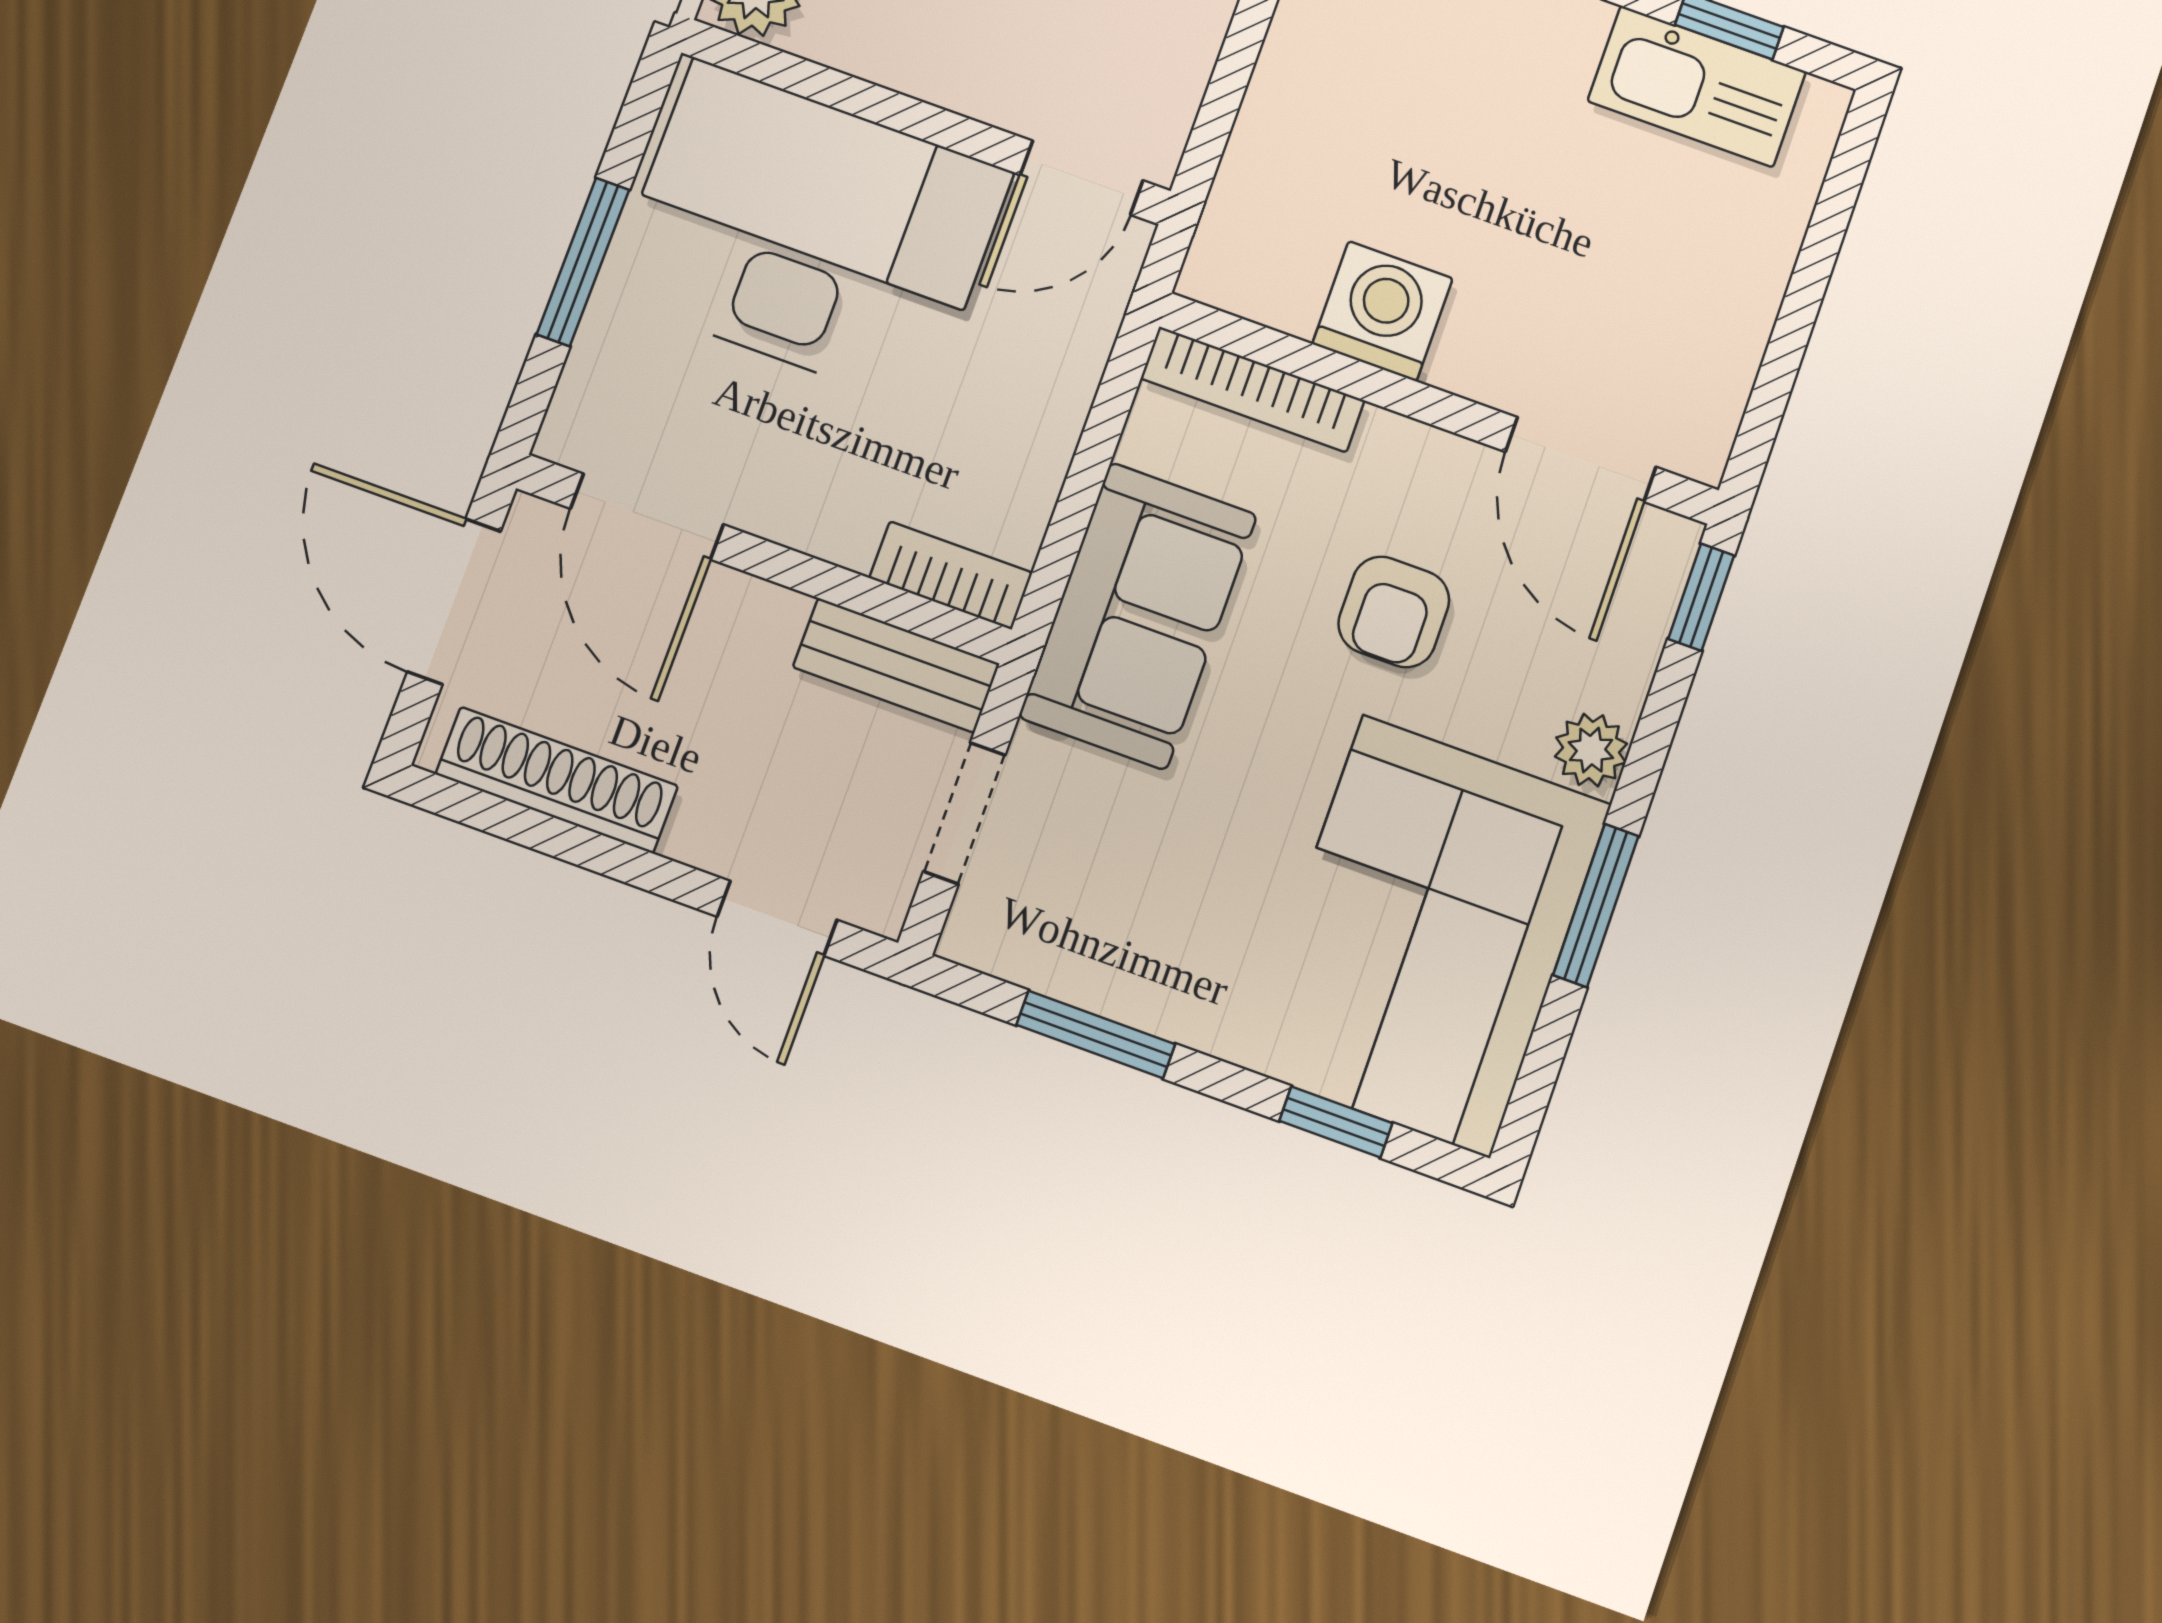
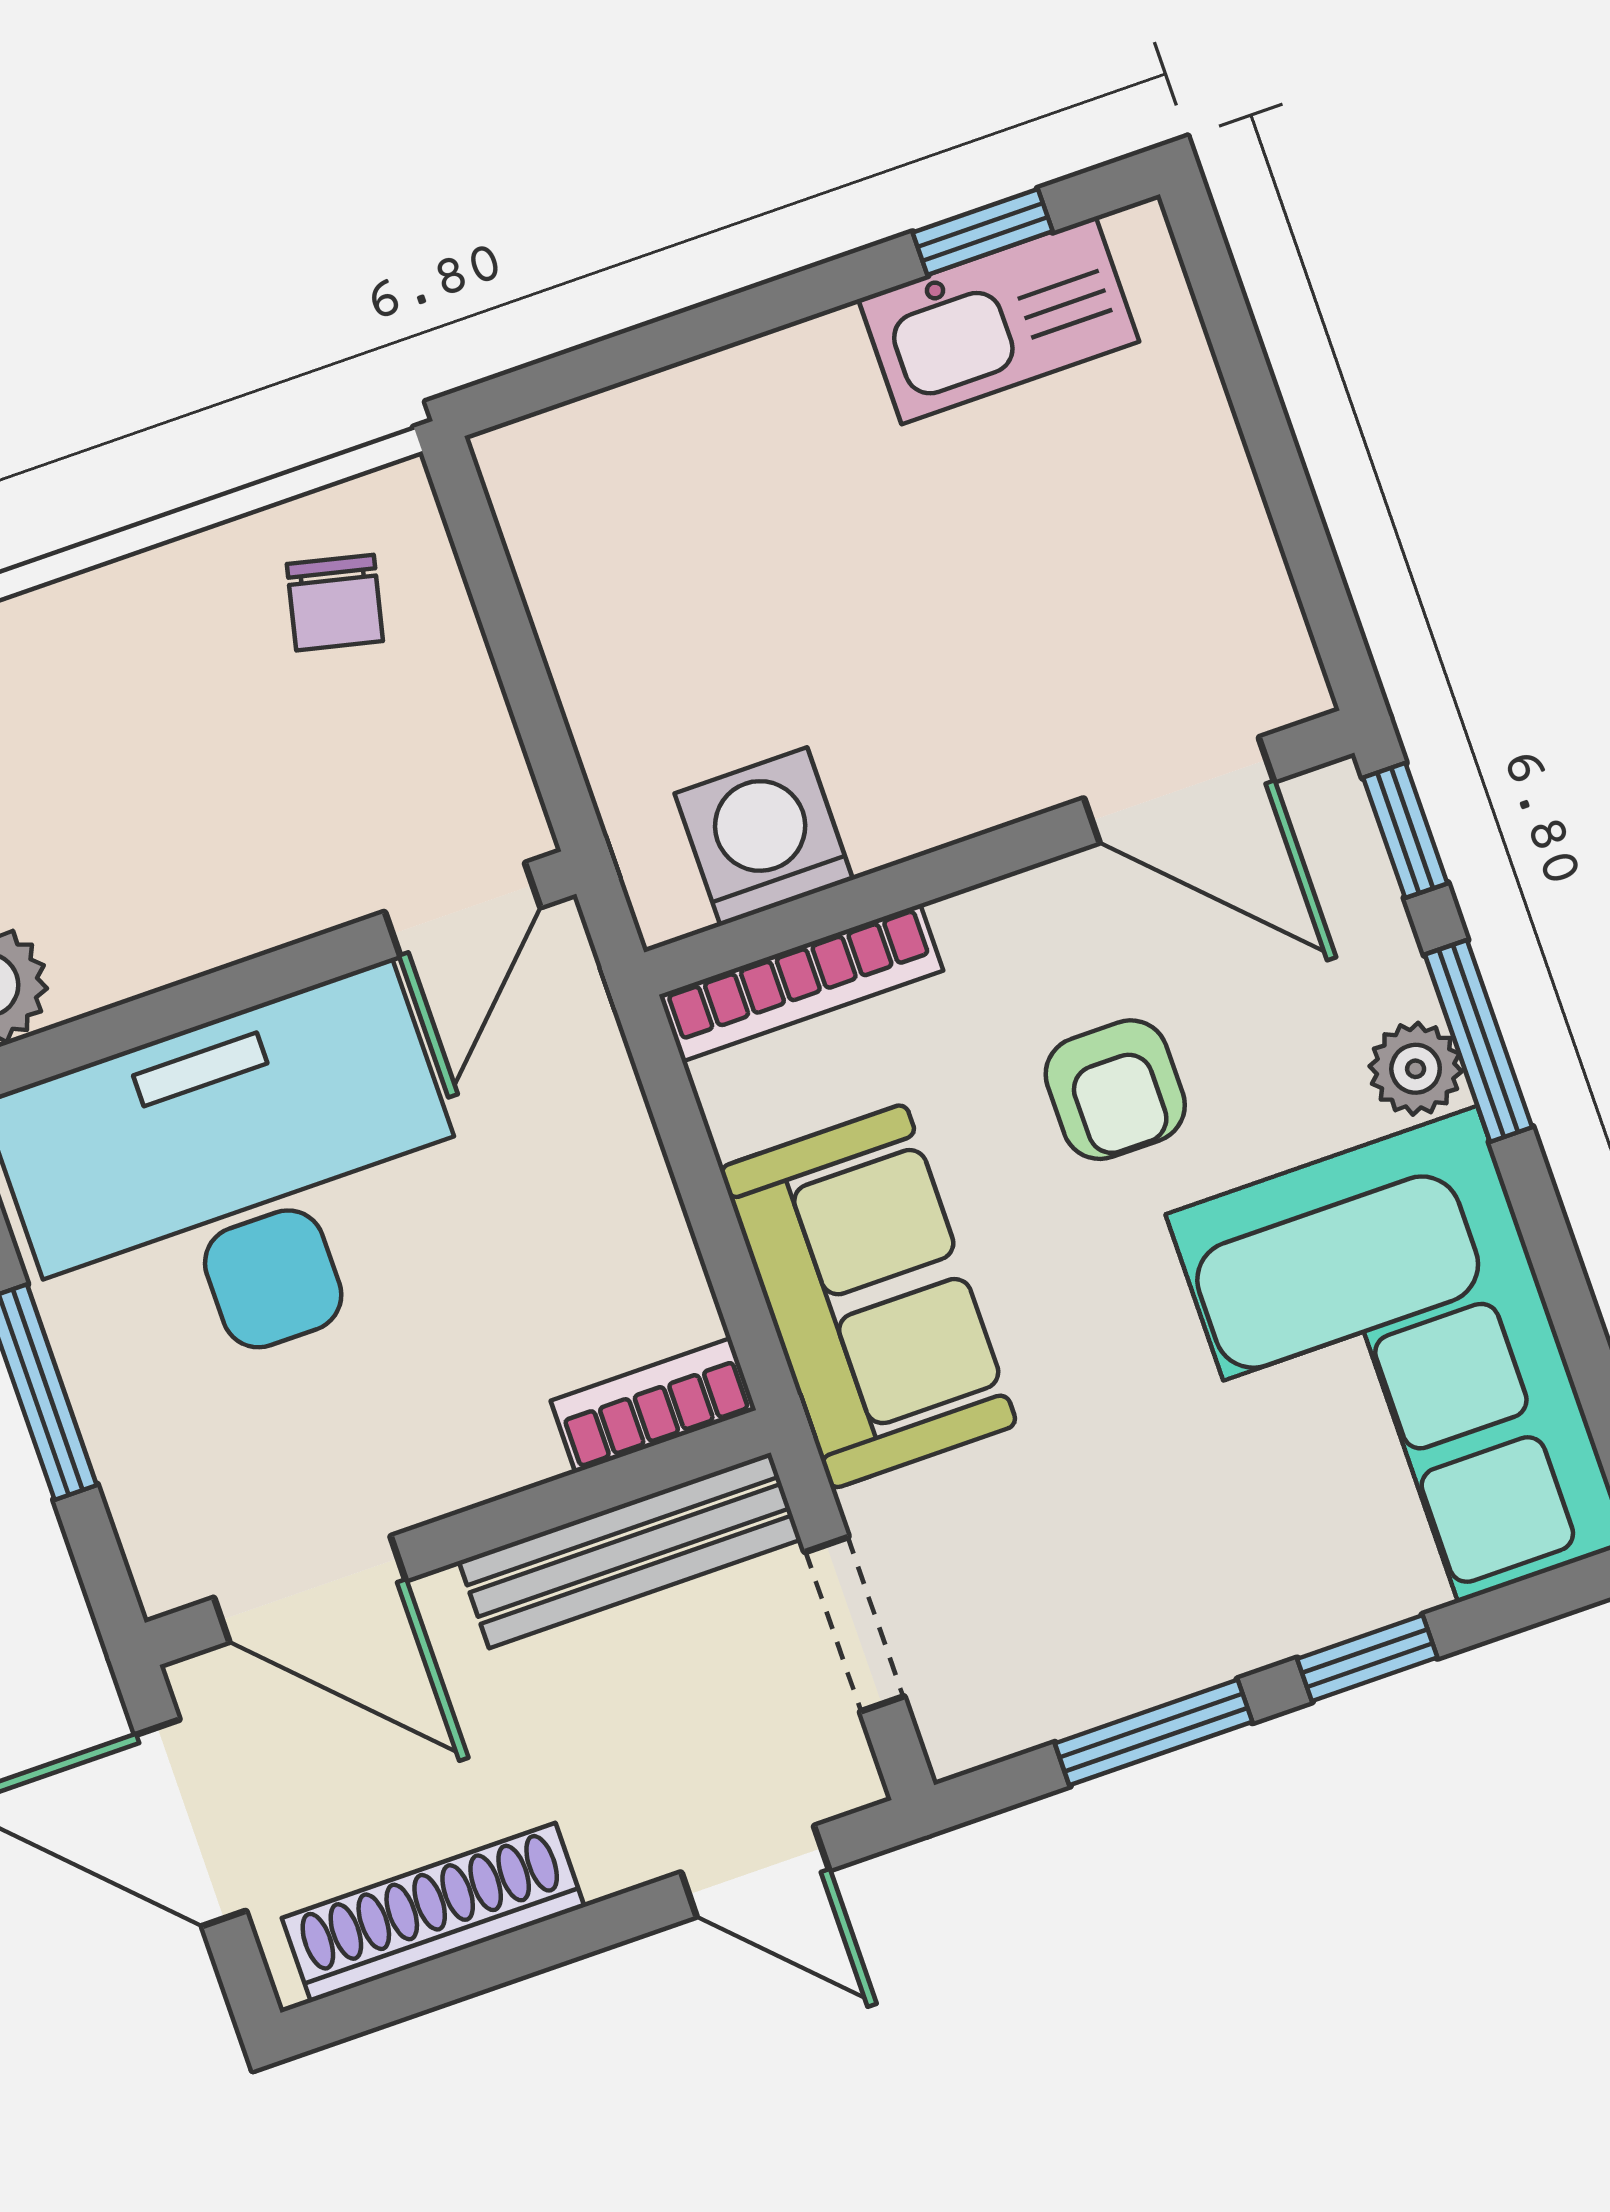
washing machine: (1382, 311) -> (764, 837), moved
bench: (896, 665) -> (630, 1550), width x1.36
window: (1596, 905) -> (1479, 1041), moved
window: (1336, 1122) -> (1367, 1658), moved

